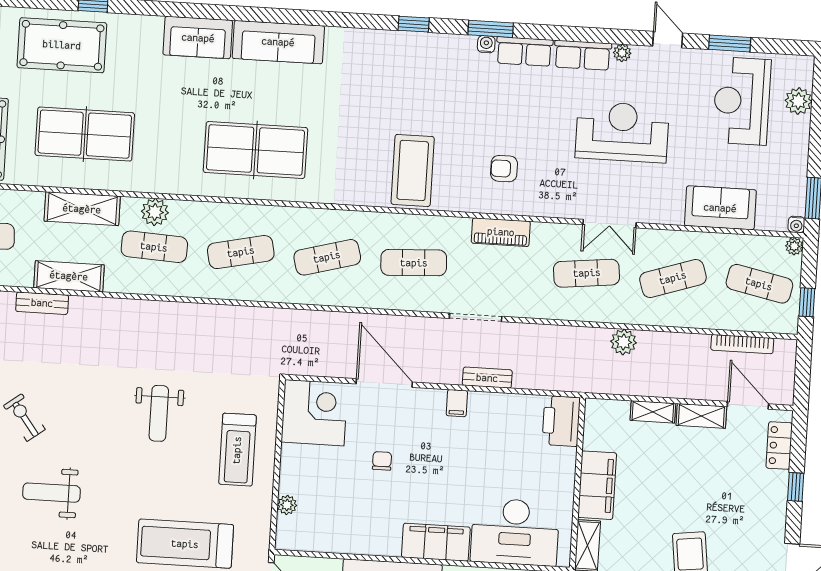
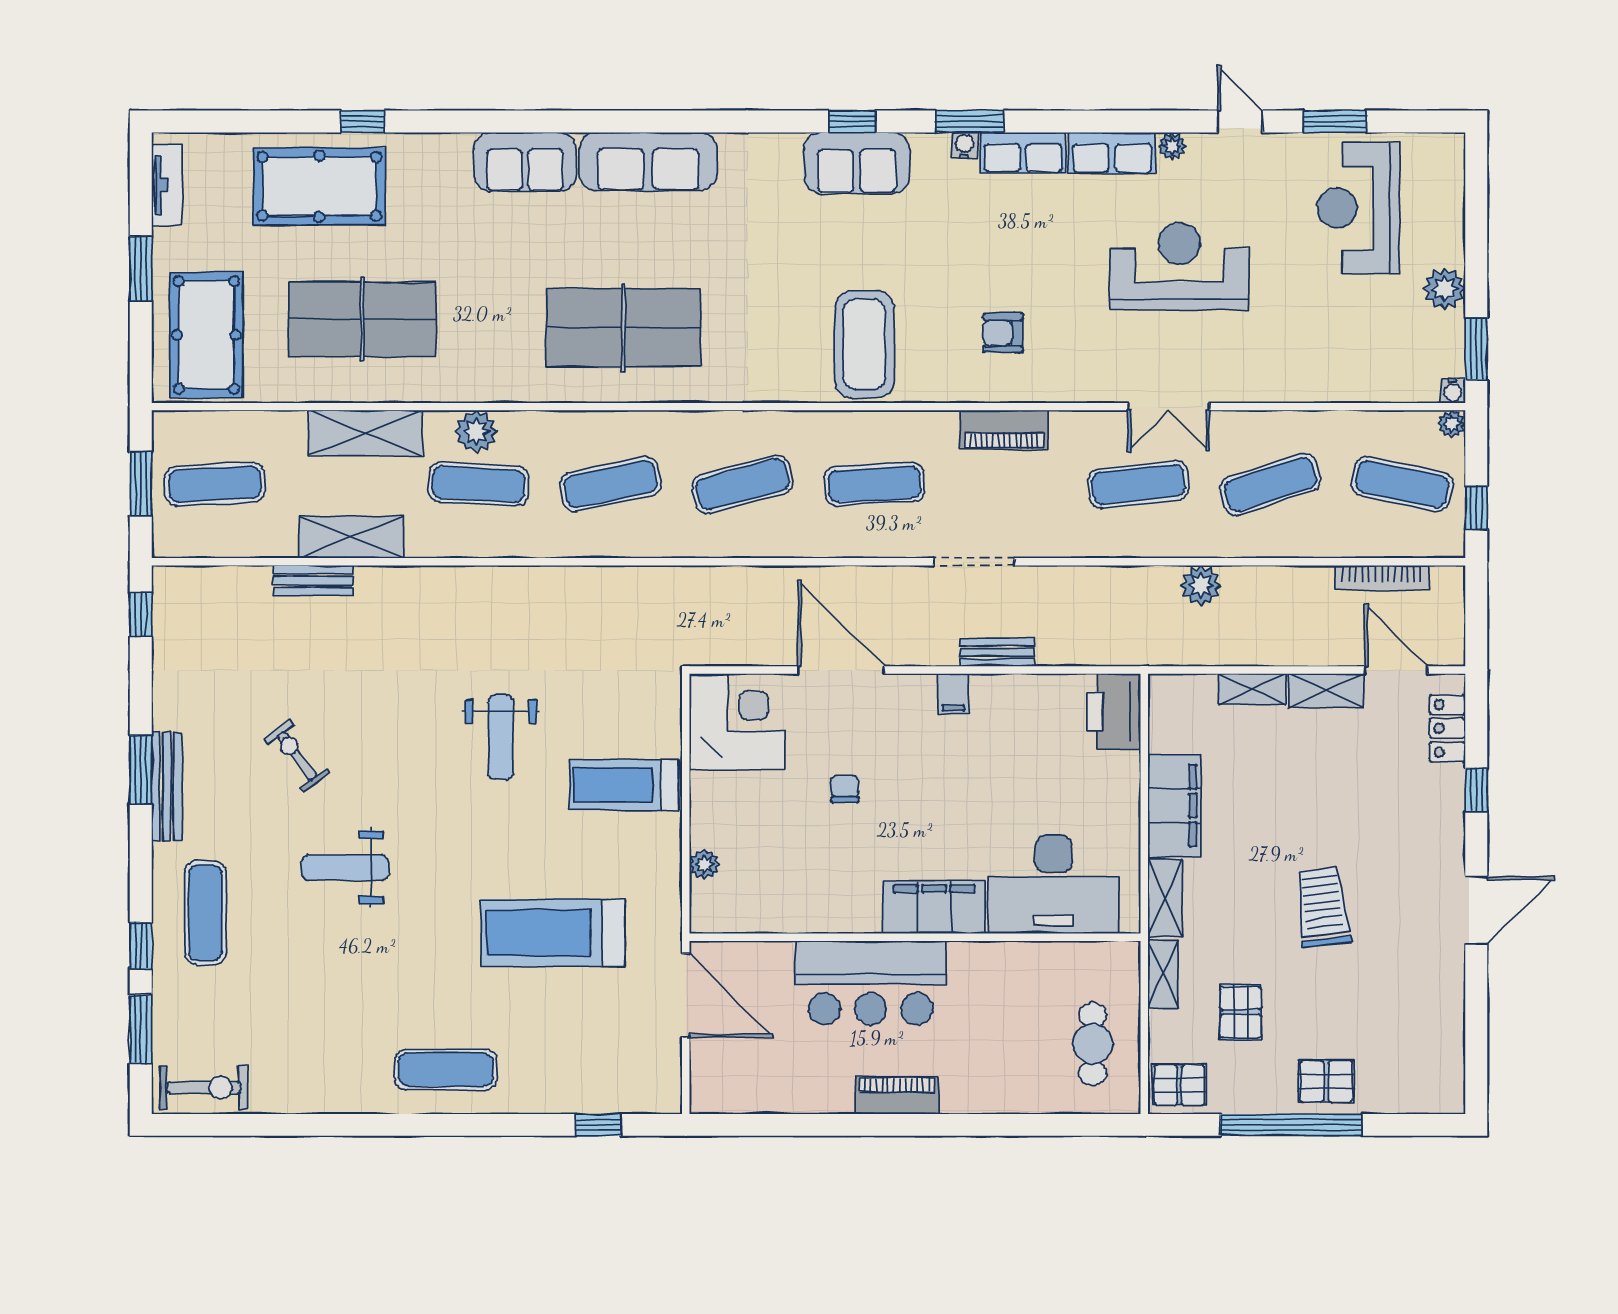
plant: (798, 101) -> (1445, 289), moved
sofa: (720, 208) -> (857, 163), moved, turned 180
treadmill: (237, 450) -> (624, 785), turned 90

